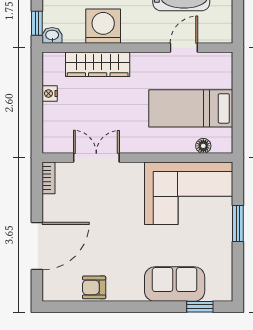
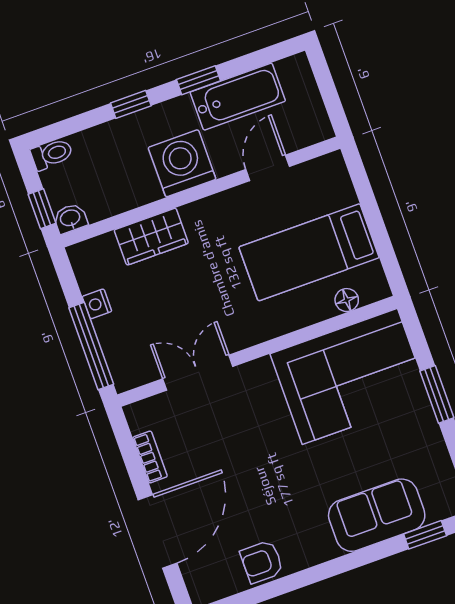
washing machine: (103, 26) -> (182, 163), moved
wardrobe: (98, 64) -> (151, 237), width x0.67
window: (37, 118) -> (91, 346), added
bookcase: (49, 178) -> (150, 457), moved

